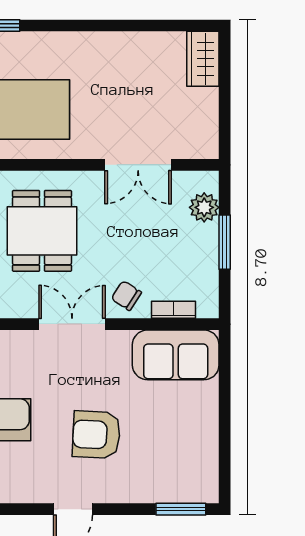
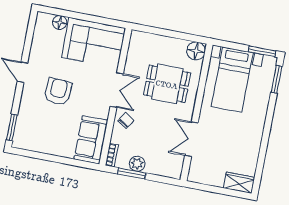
plant: (204, 207) -> (137, 164), moved
window: (225, 242) -> (132, 173), moved
bookcase: (173, 310) -> (112, 155), moved

